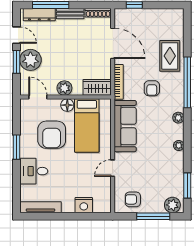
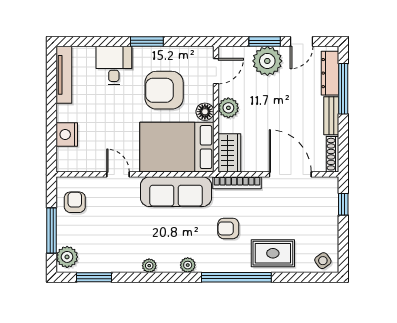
side table: (175, 20) -> (323, 261), added
door: (113, 43) -> (290, 174), swing flipped
bed: (87, 125) -> (177, 147), width x1.50

